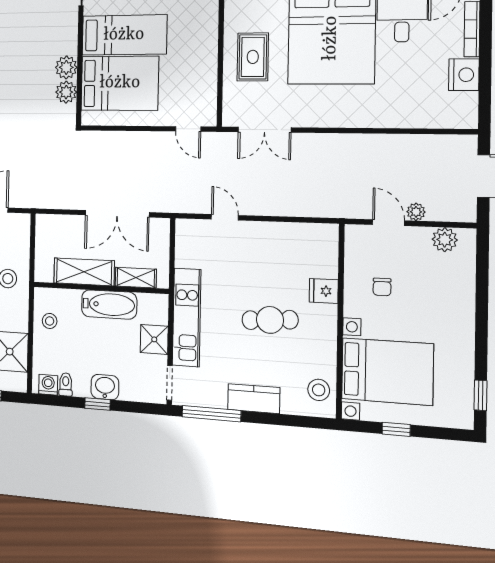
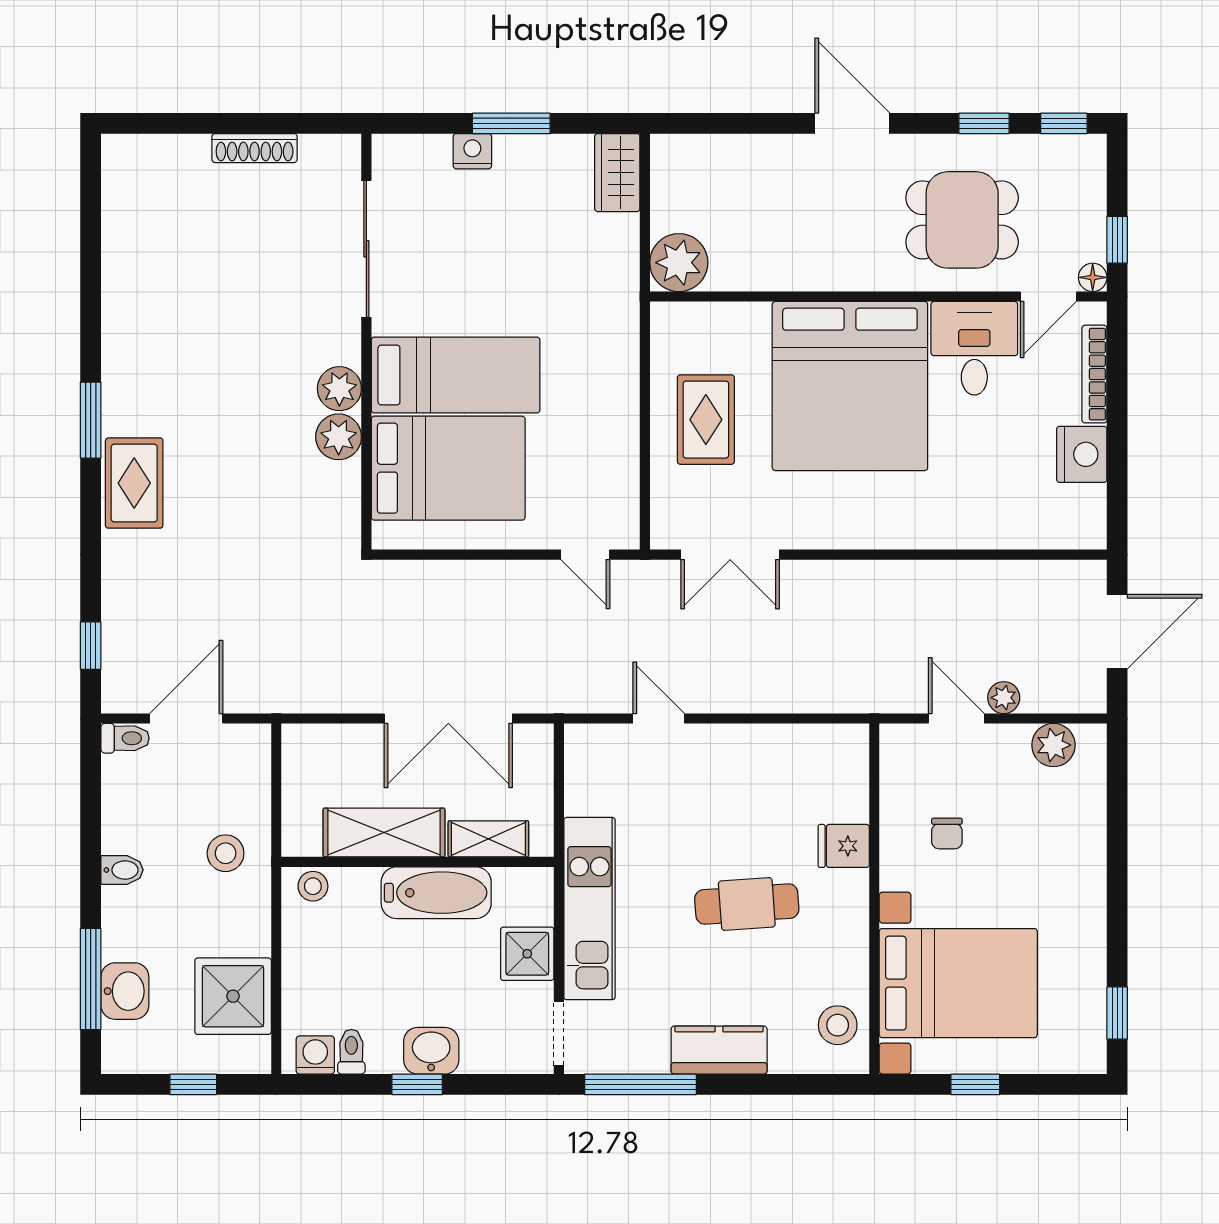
plant: (66, 92) -> (339, 389), moved
stool: (50, 321) -> (313, 886), moved

